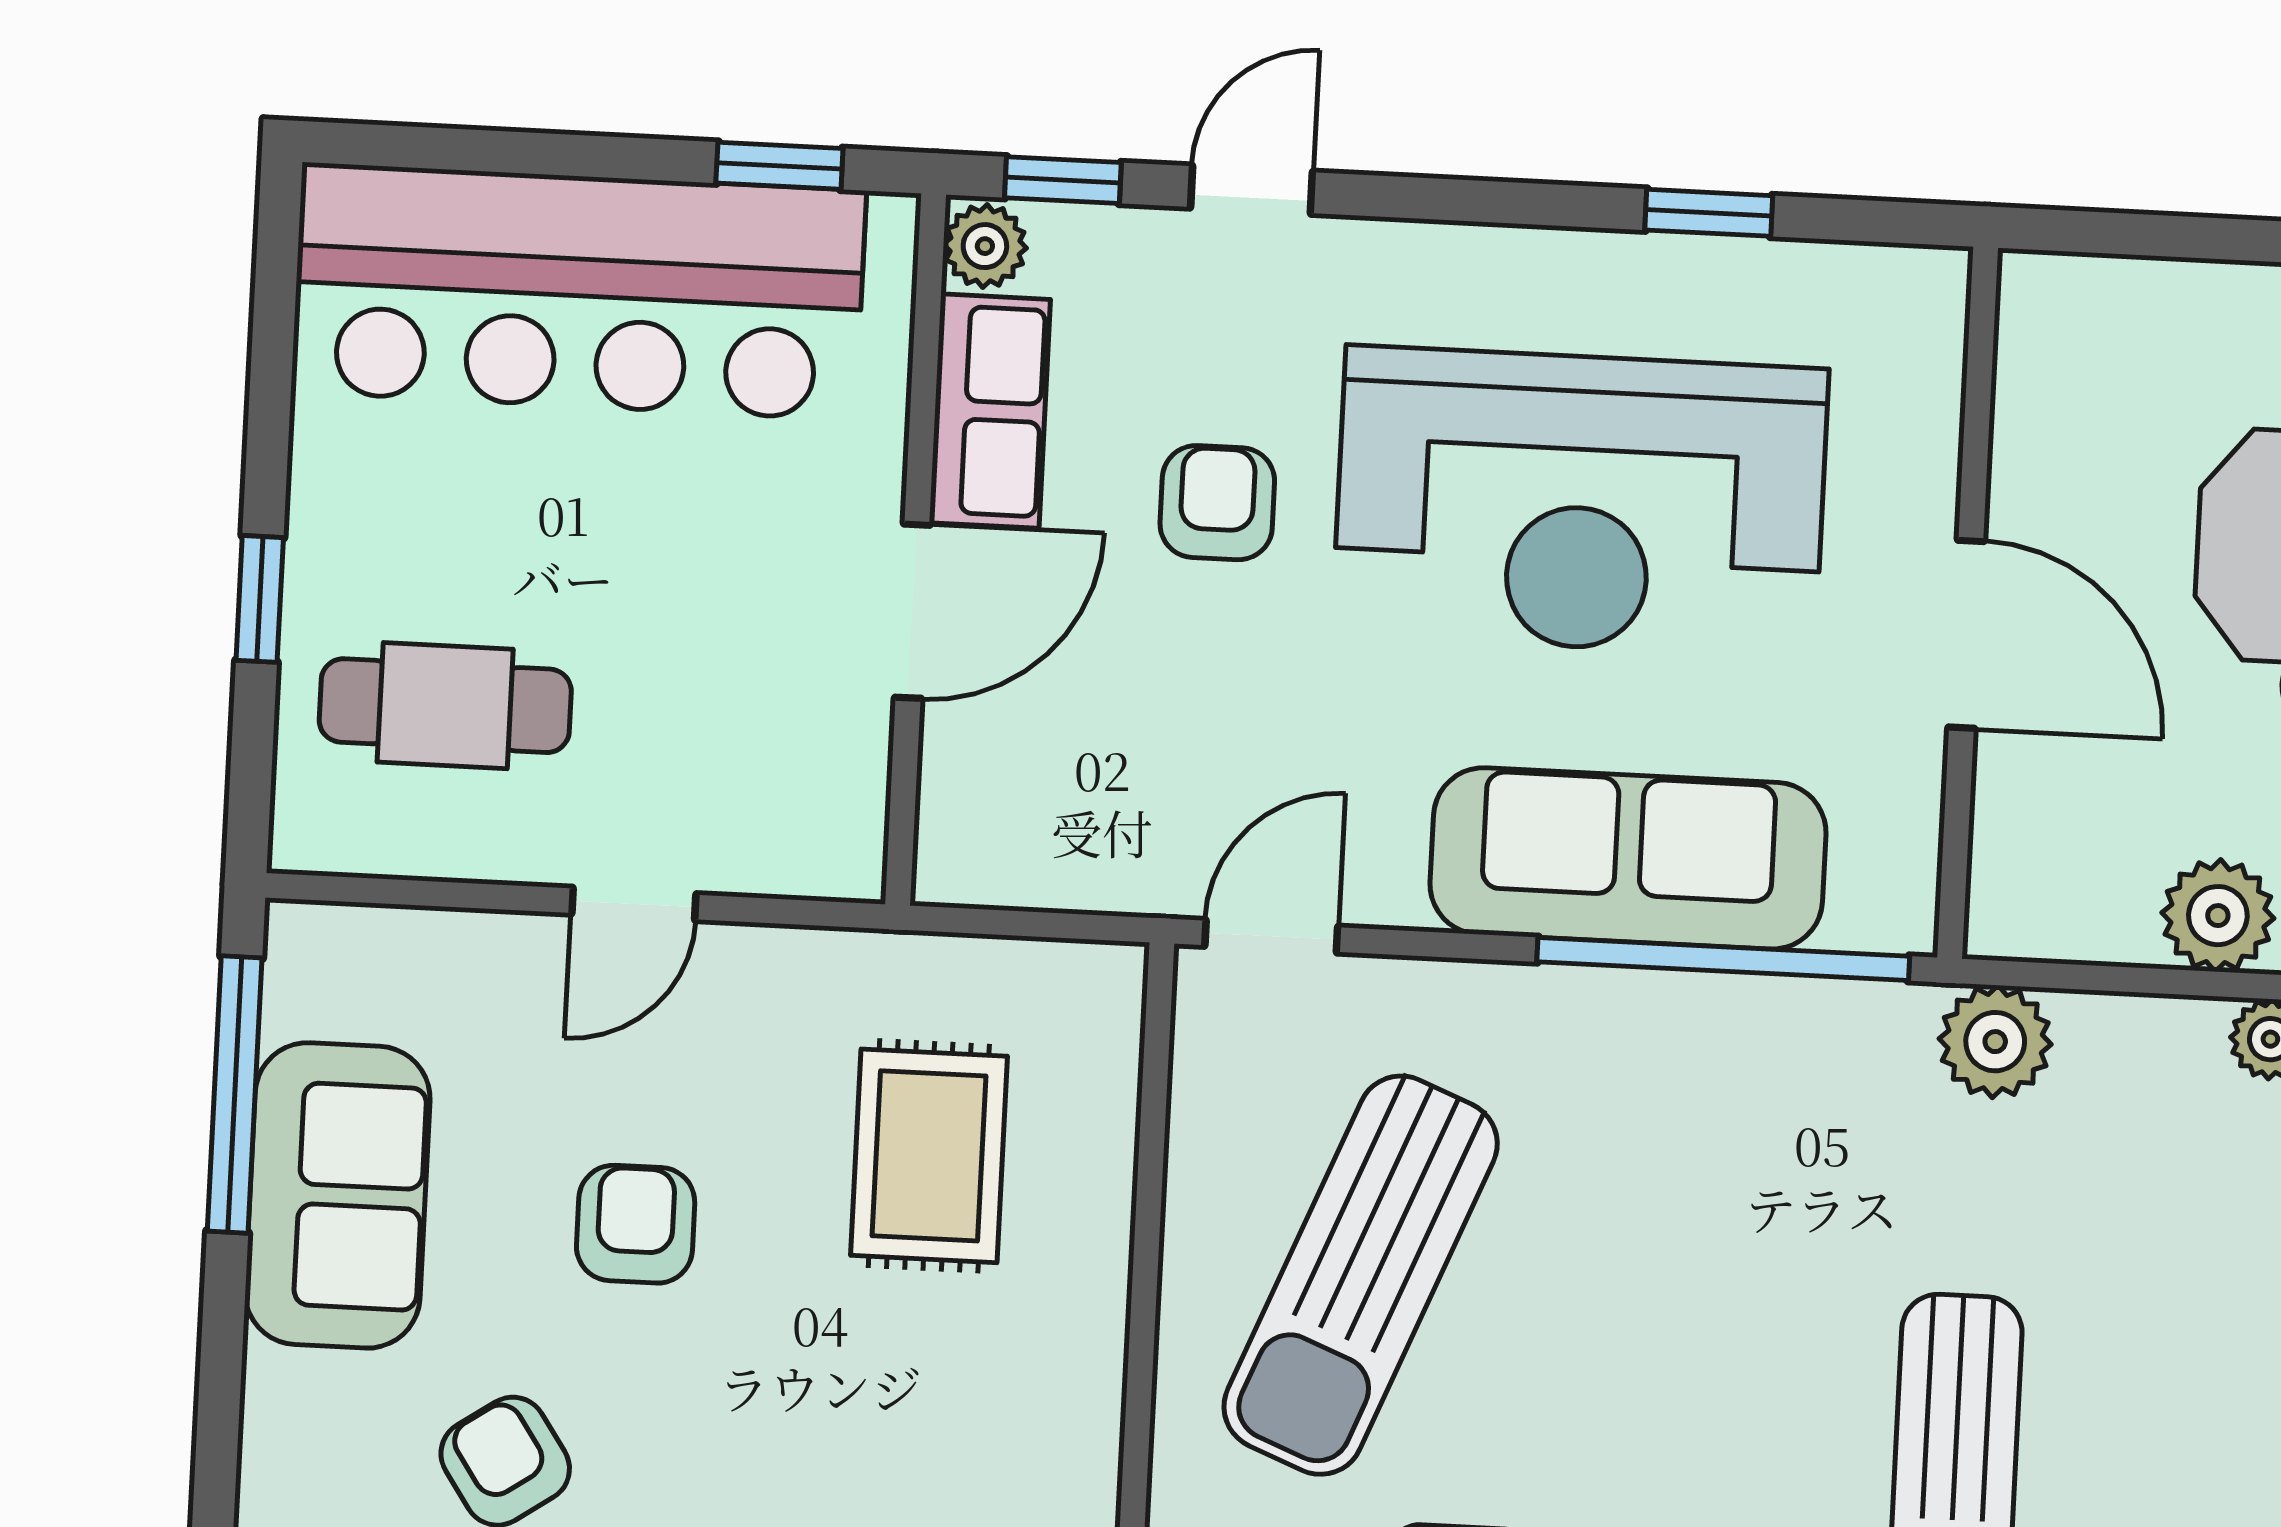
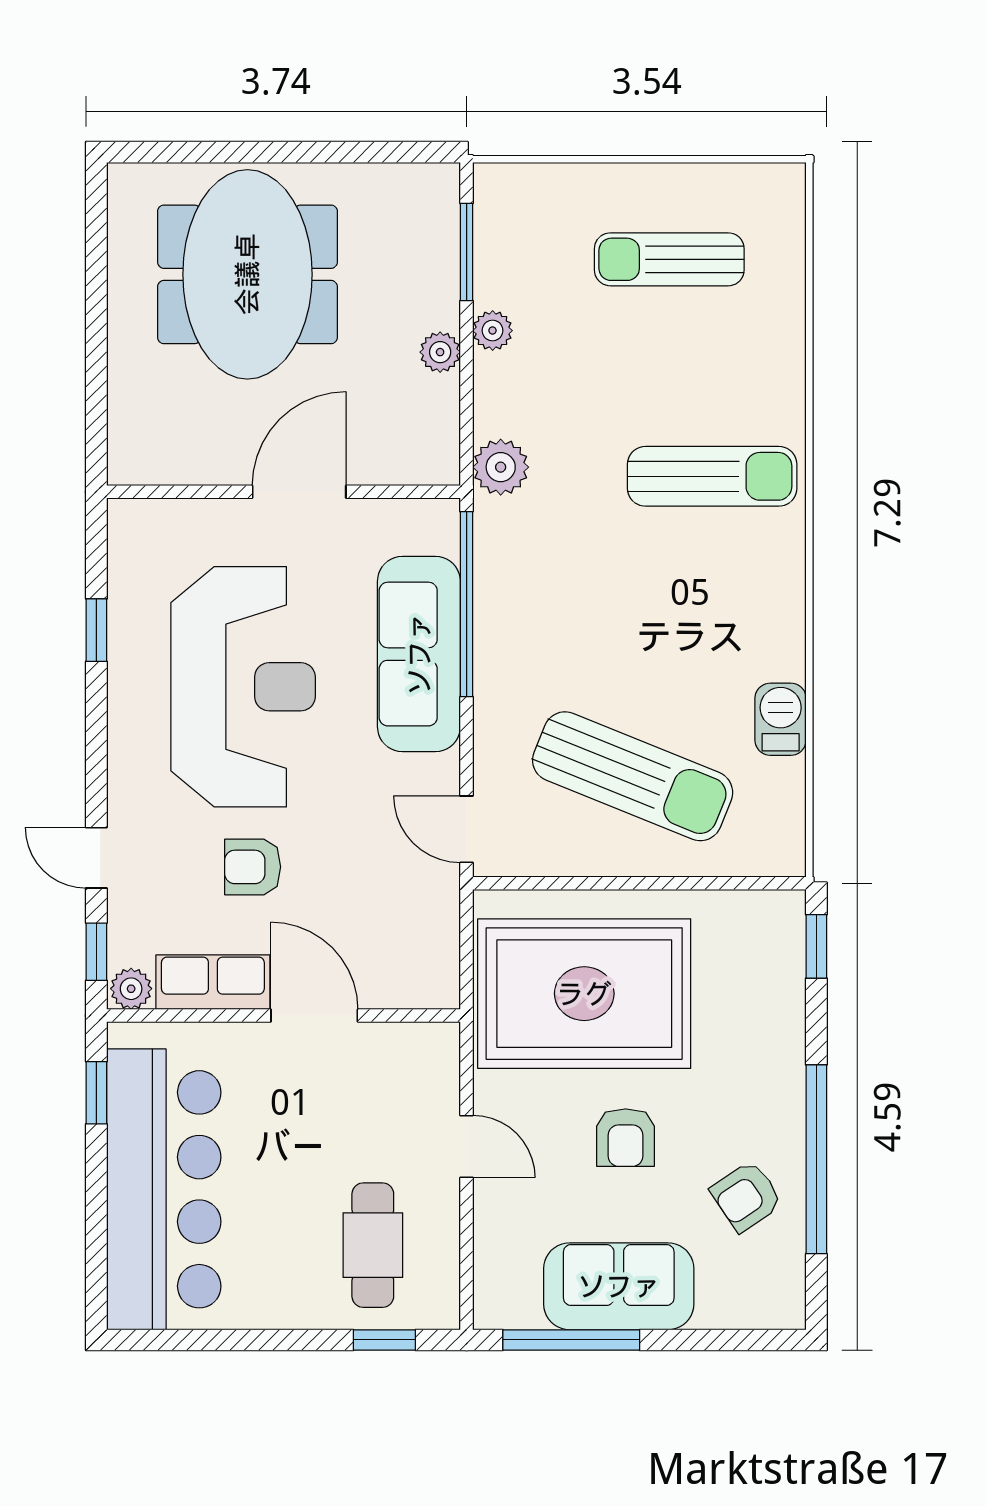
window: (260, 599) -> (384, 1340), moved
plant: (2218, 916) -> (440, 352), width x0.73, depth x0.73
rug: (929, 1156) -> (584, 994), width x1.86, depth x2.06
armchair: (636, 1224) -> (626, 1138), turned -90

